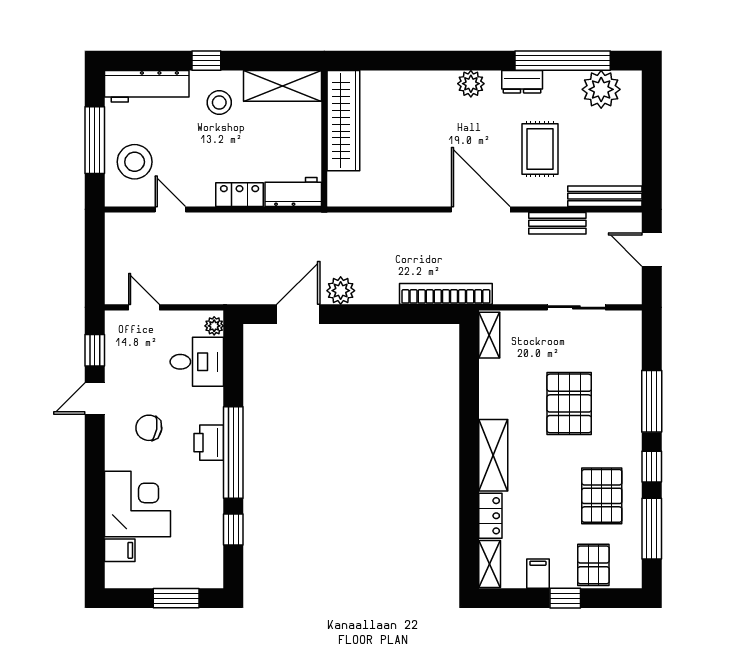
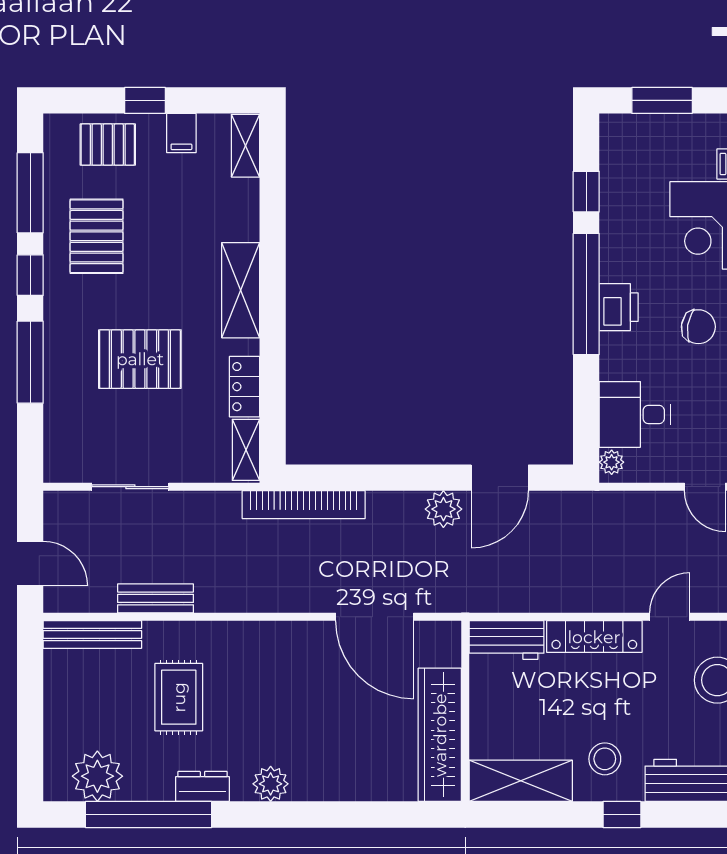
locker: (240, 195) -> (594, 637), width x1.53
door: (170, 209) -> (670, 617), swing flipped
door: (481, 209) -> (375, 617), moved
pallet: (569, 403) -> (140, 359), turned 90
locker: (490, 516) -> (245, 387), moved
pallet: (593, 565) -> (108, 145), turned 90

